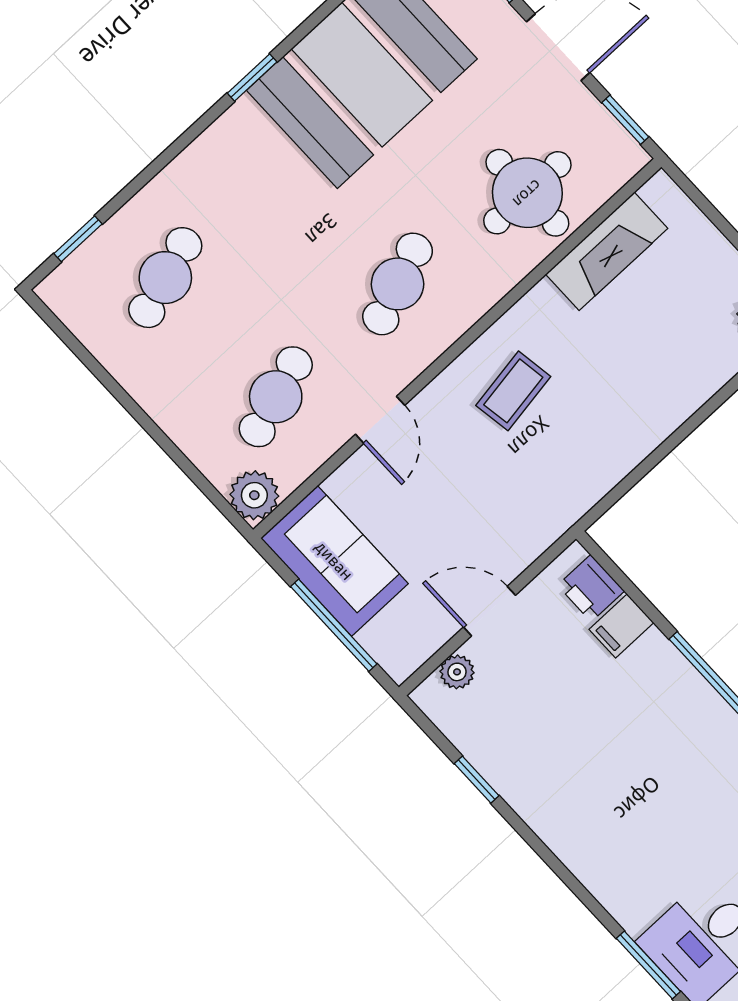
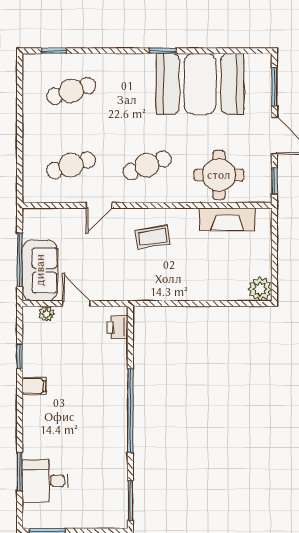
plant: (254, 495) -> (33, 192), removed
sofa: (334, 561) -> (40, 270), moved
filing cabinet: (621, 626) -> (34, 386), moved, turned 180

